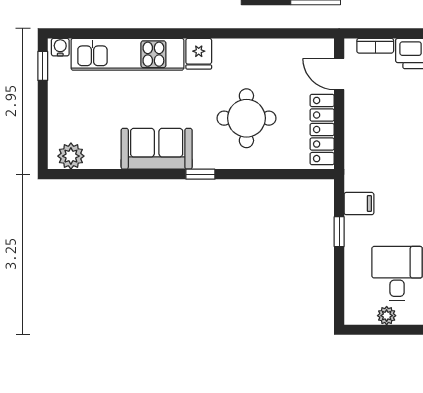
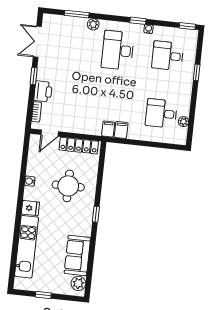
water cooler: (60, 47) -> (30, 181), moved
window: (43, 66) -> (43, 295), moved
sofa: (157, 149) -> (77, 255), moved
filing cabinet: (358, 180) -> (108, 129), added
window: (339, 232) -> (135, 142), removed

